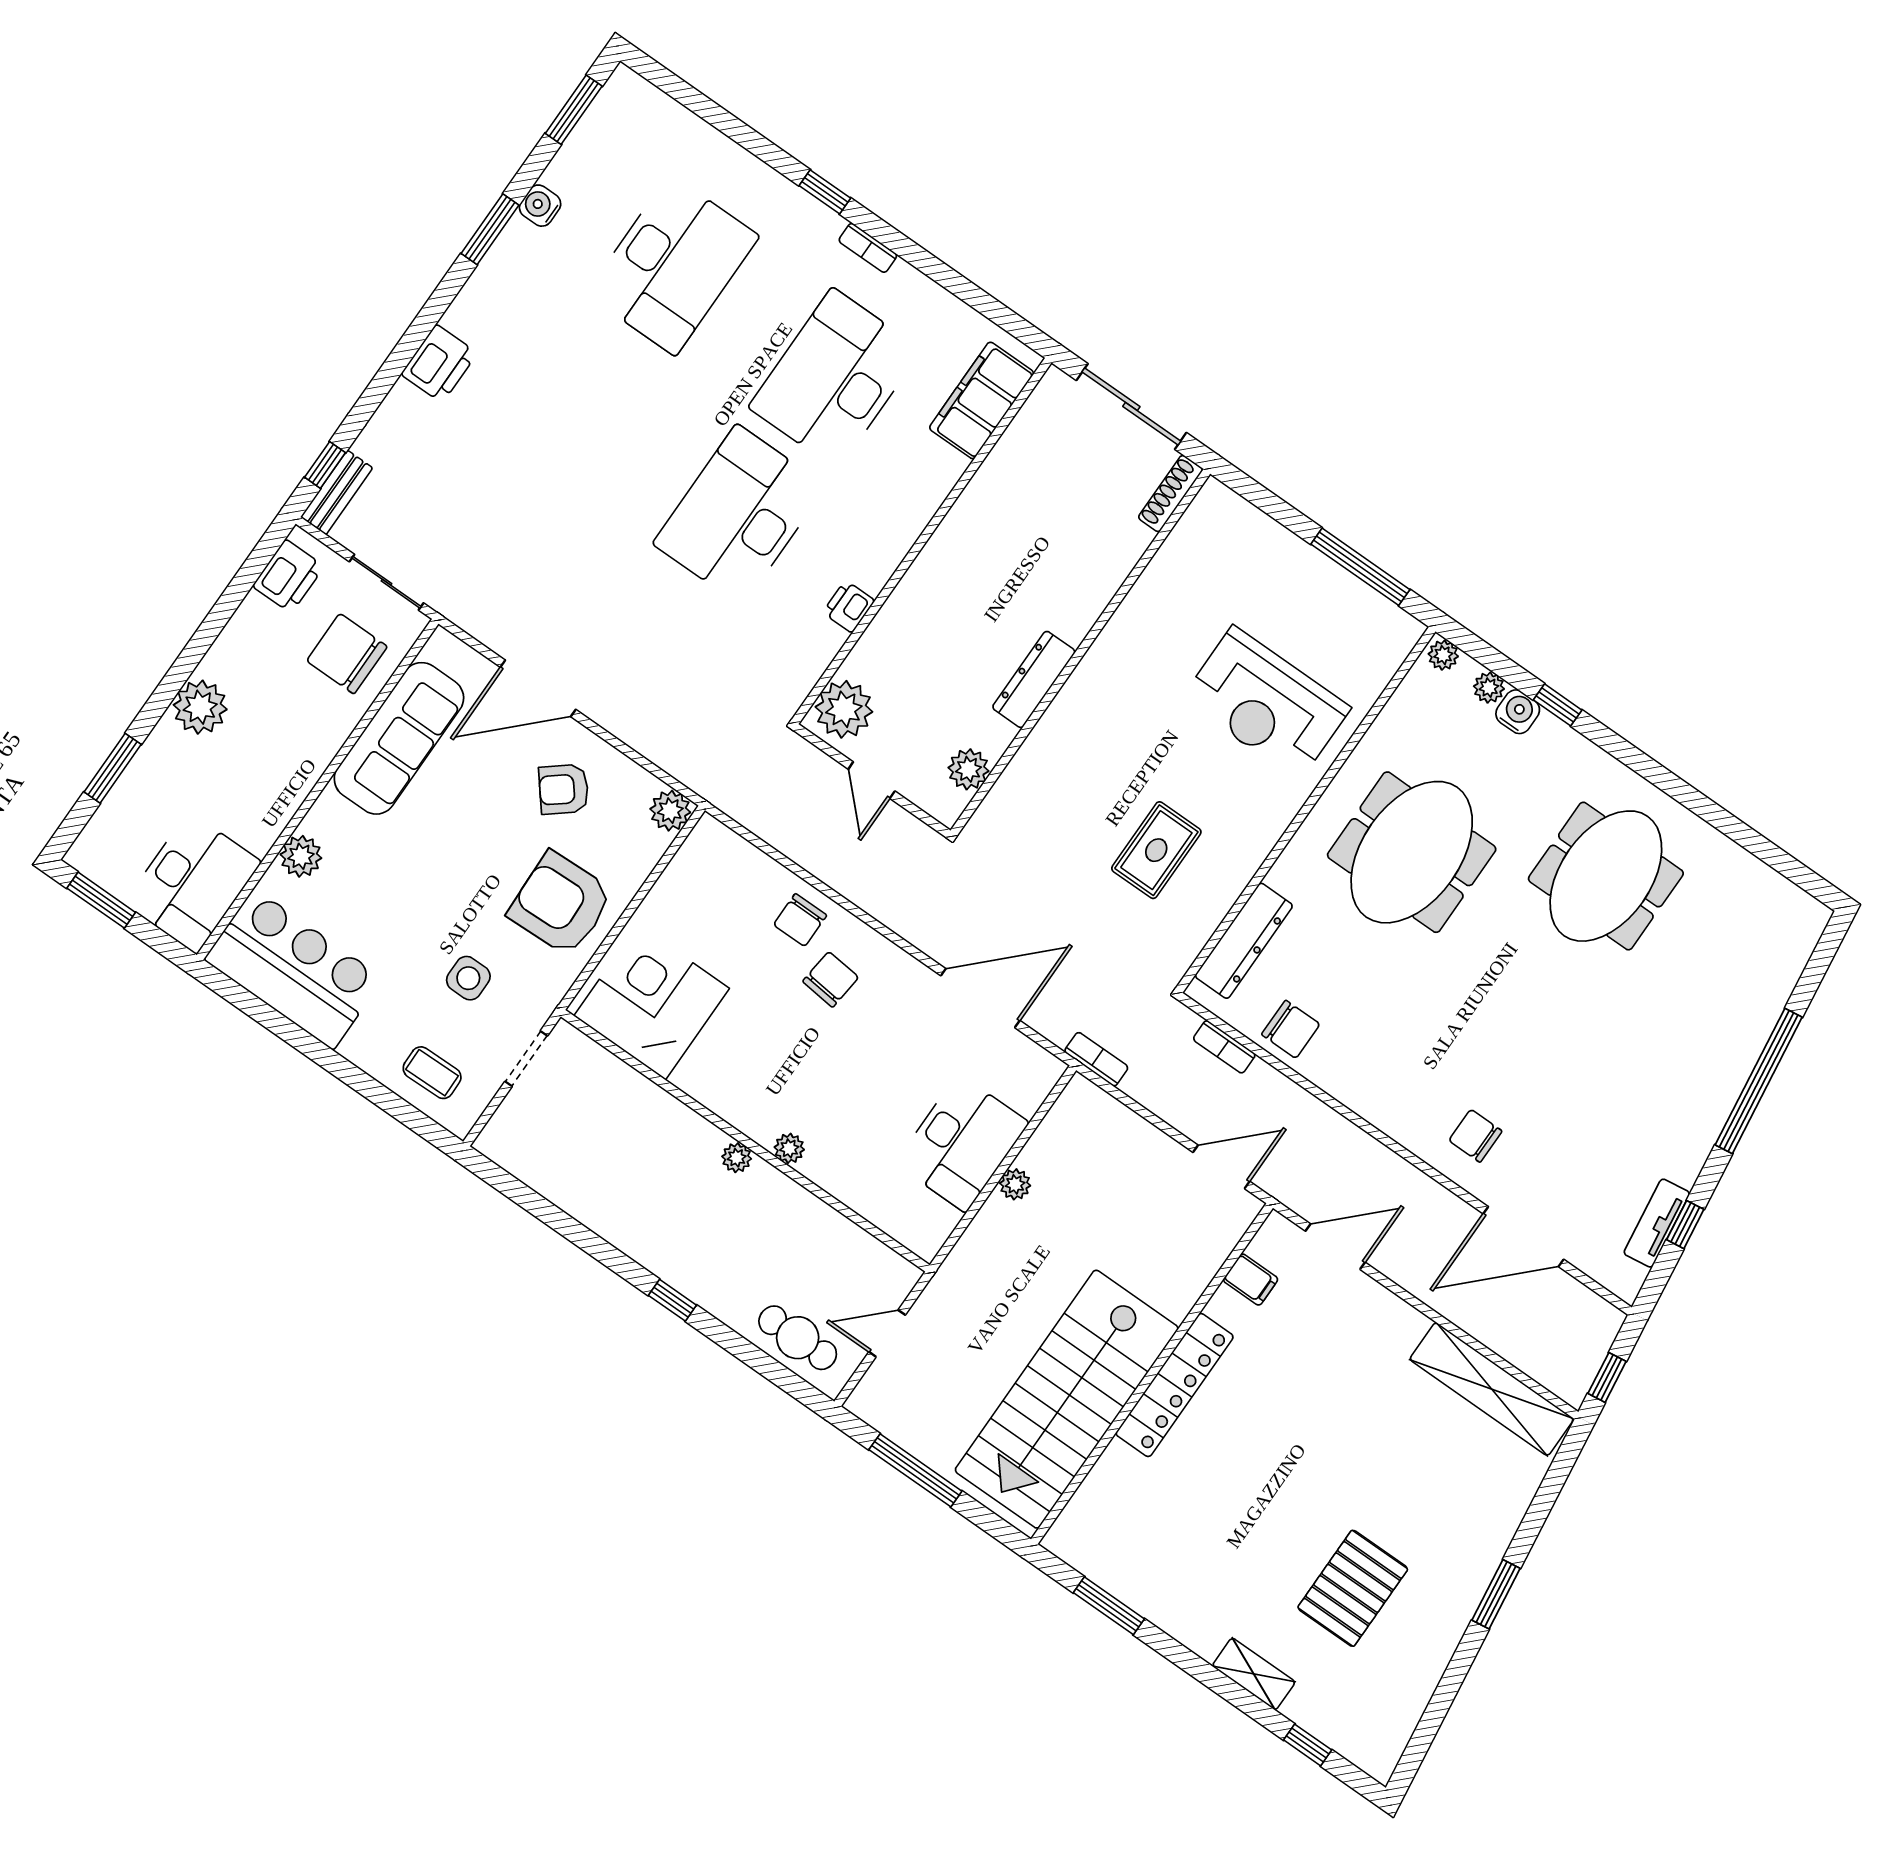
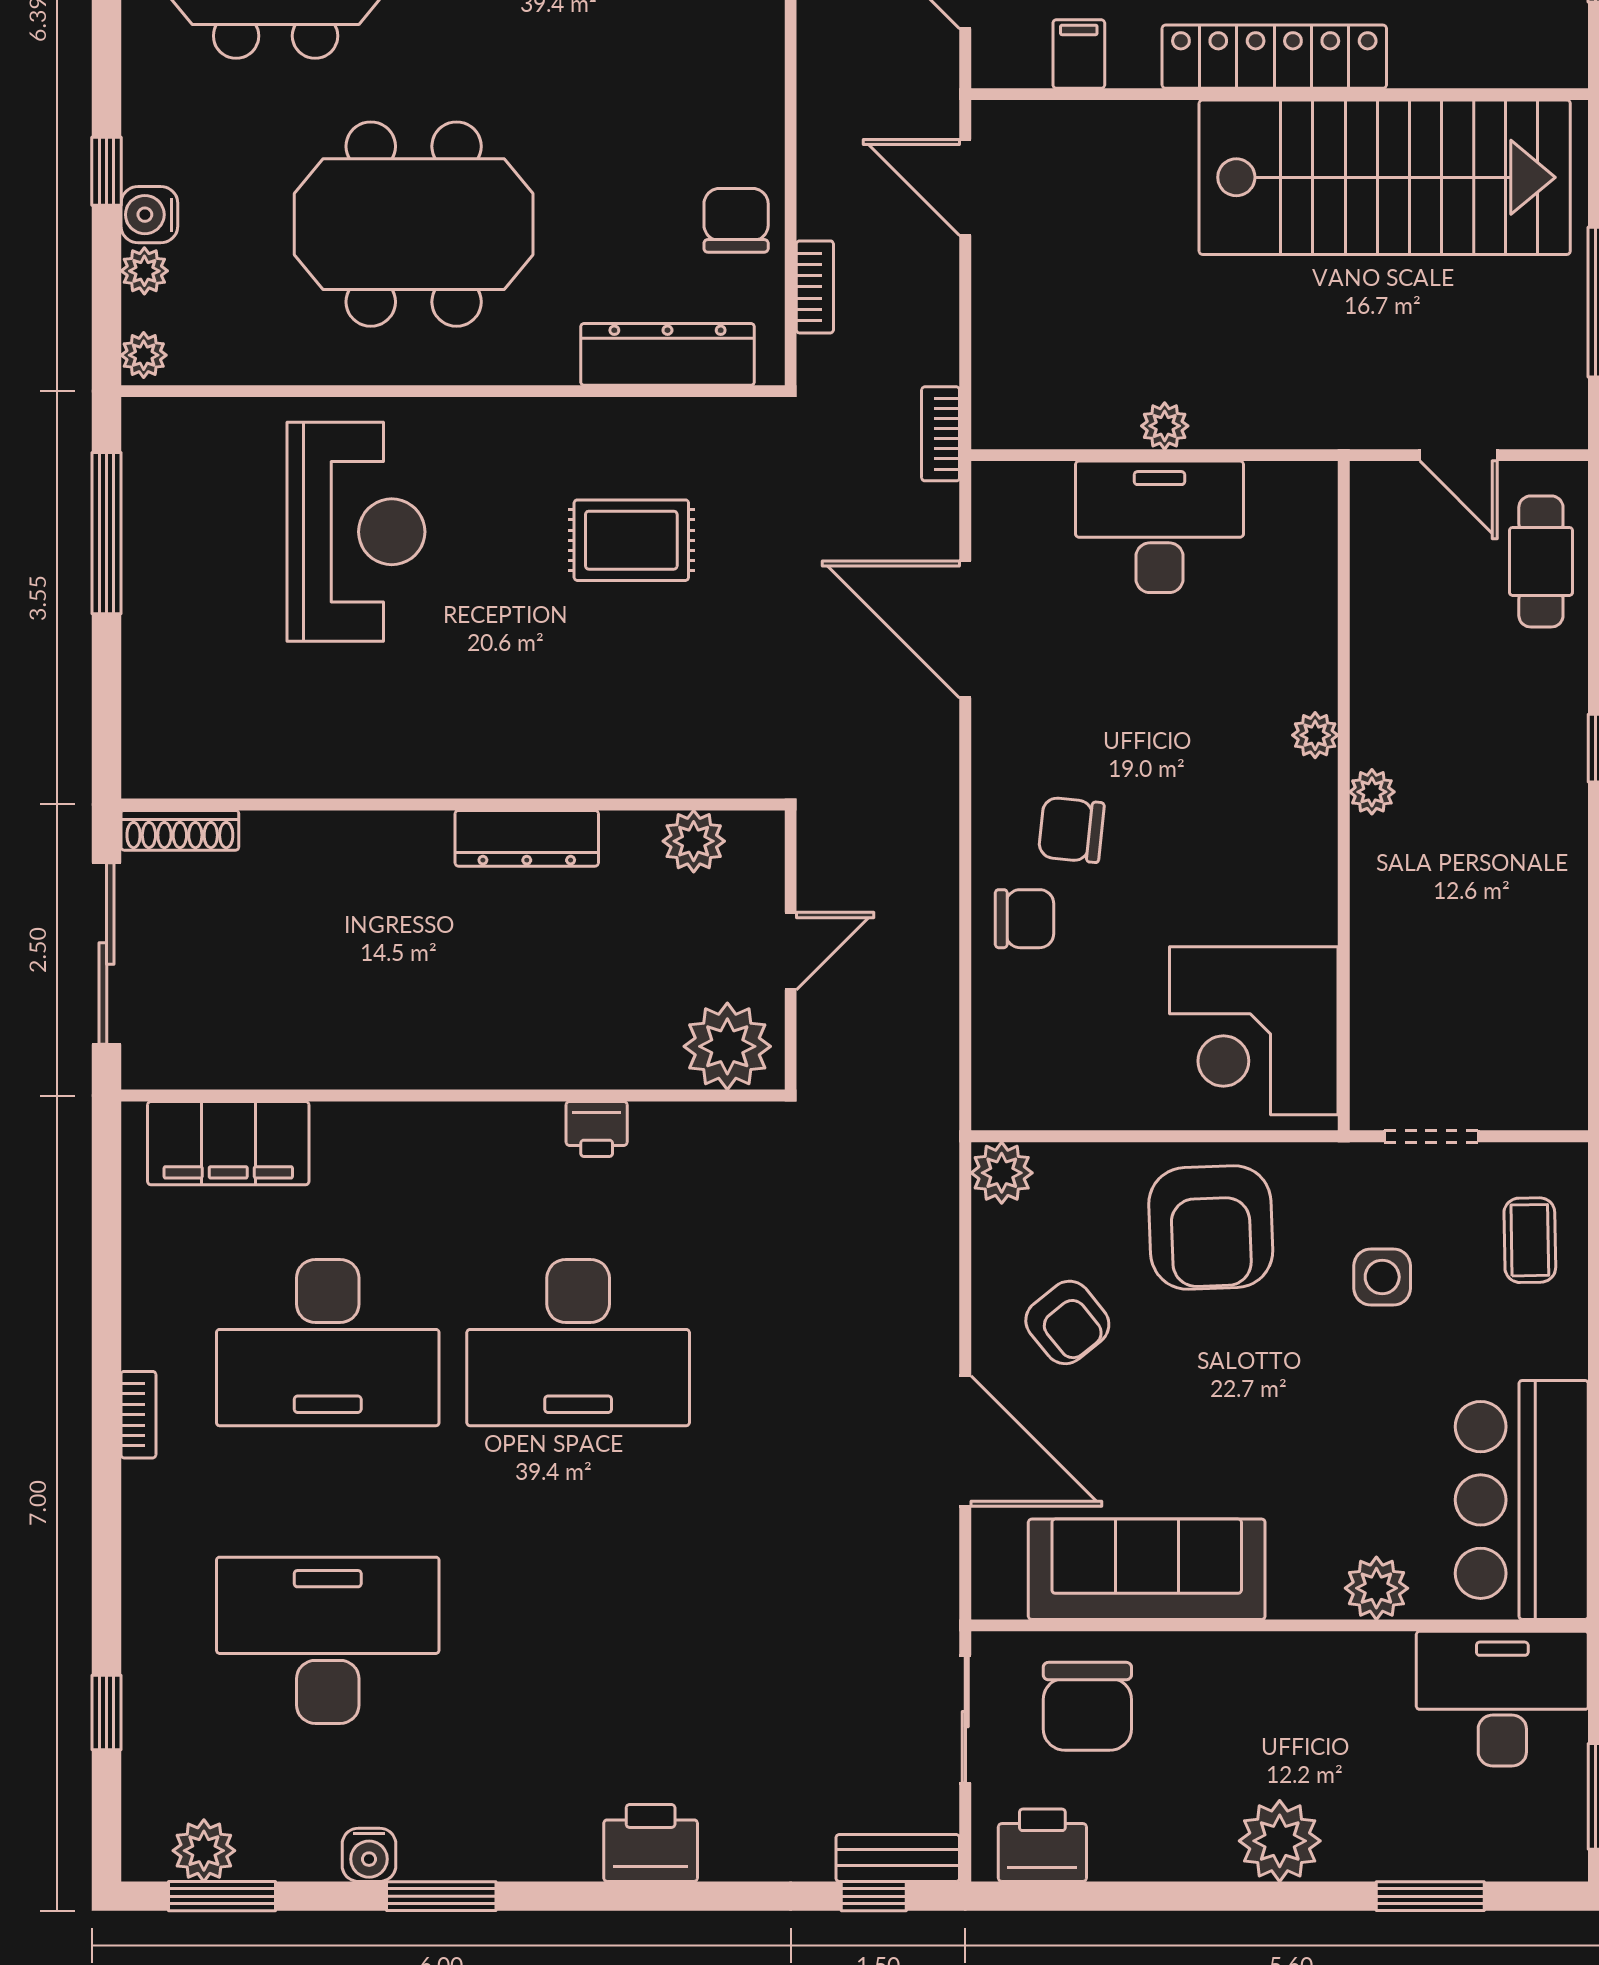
plant: (605, 117) -> (204, 1851), added
window: (825, 192) -> (107, 1713), moved

